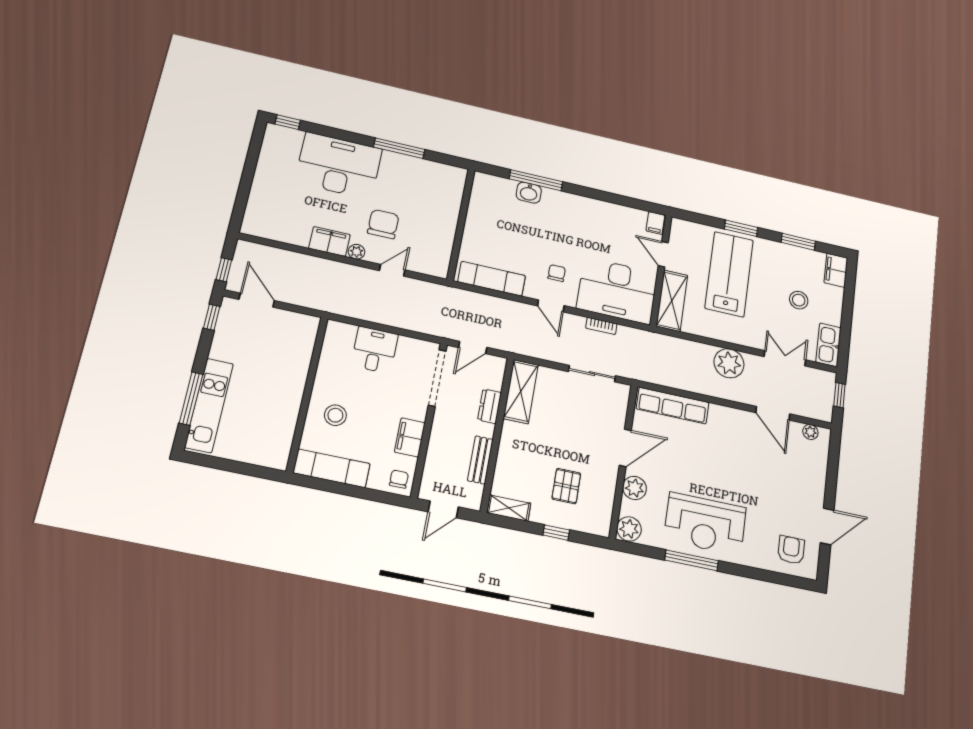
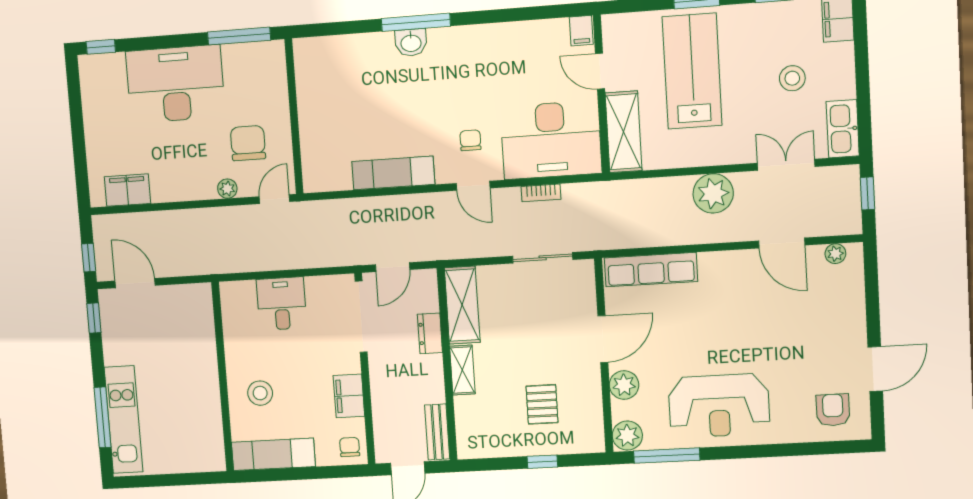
wall: (461, 224) -> (294, 116), moved
filing cabinet: (329, 241) -> (127, 190), moved
bench: (480, 460) -> (437, 432), moved
shelving: (509, 508) -> (462, 370), moved, turned 90
window: (692, 560) -> (667, 456), moved

